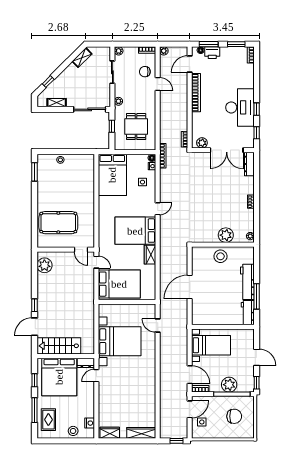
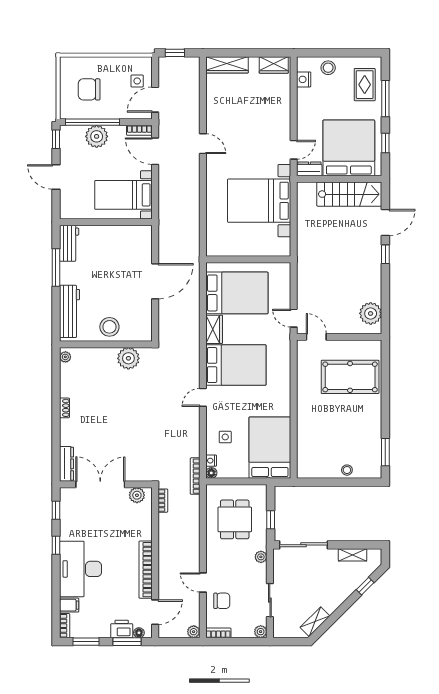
filing cabinet: (248, 69) -> (69, 605), added
desk: (240, 107) -> (81, 569), moved
plant: (226, 235) -> (128, 358), moved
workbench: (247, 282) -> (70, 311), moved
bed: (119, 284) -> (237, 293), moved, turned 180
door: (158, 326) -> (203, 144), moved

